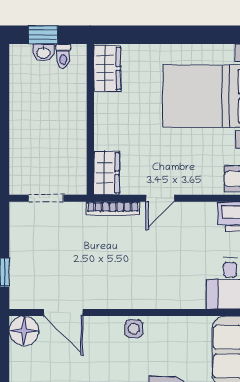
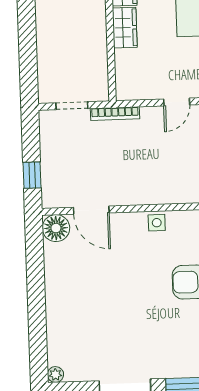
wardrobe: (107, 173) -> (125, 28), moved
bookcase: (113, 208) -> (115, 114), moved

